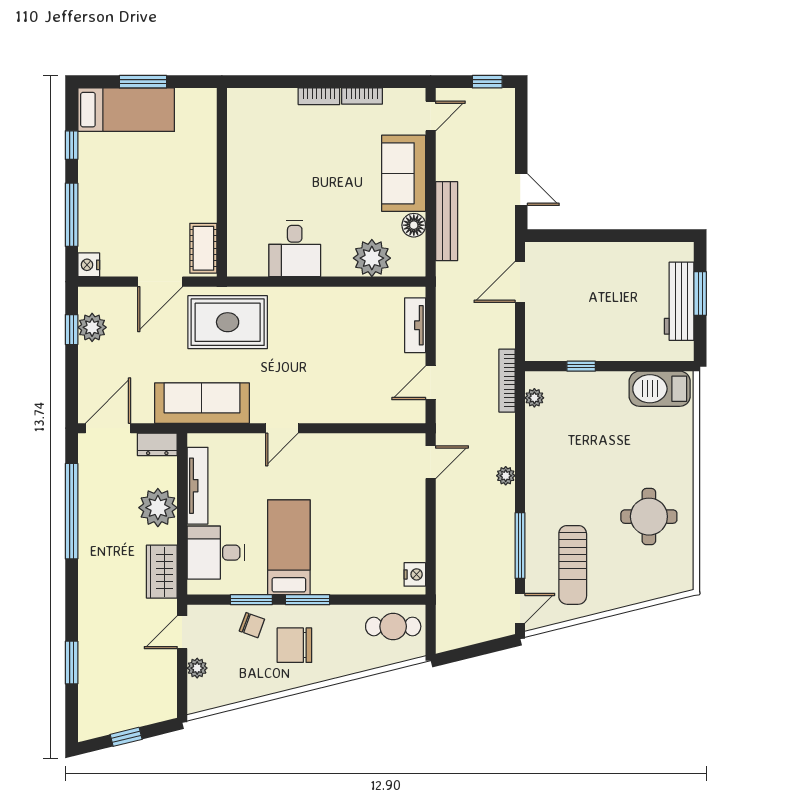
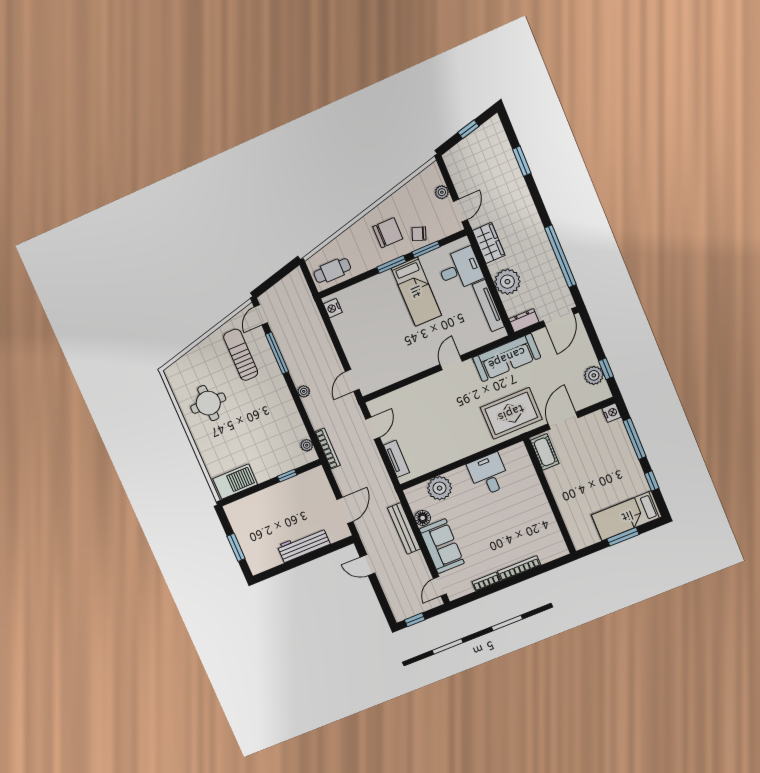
bookcase: (319, 96) -> (519, 568), width x1.56
workbench: (679, 301) -> (304, 545), moved, turned -90

